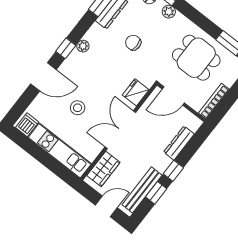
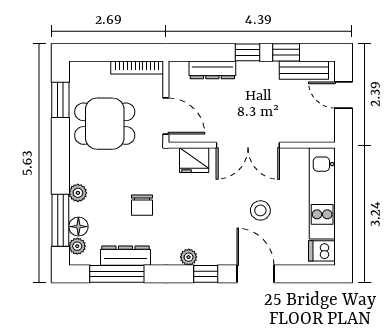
dining table: (196, 58) -> (105, 124), turned 90
wardrobe: (103, 169) -> (305, 130), removed
bench: (142, 190) -> (304, 70), width x0.73

